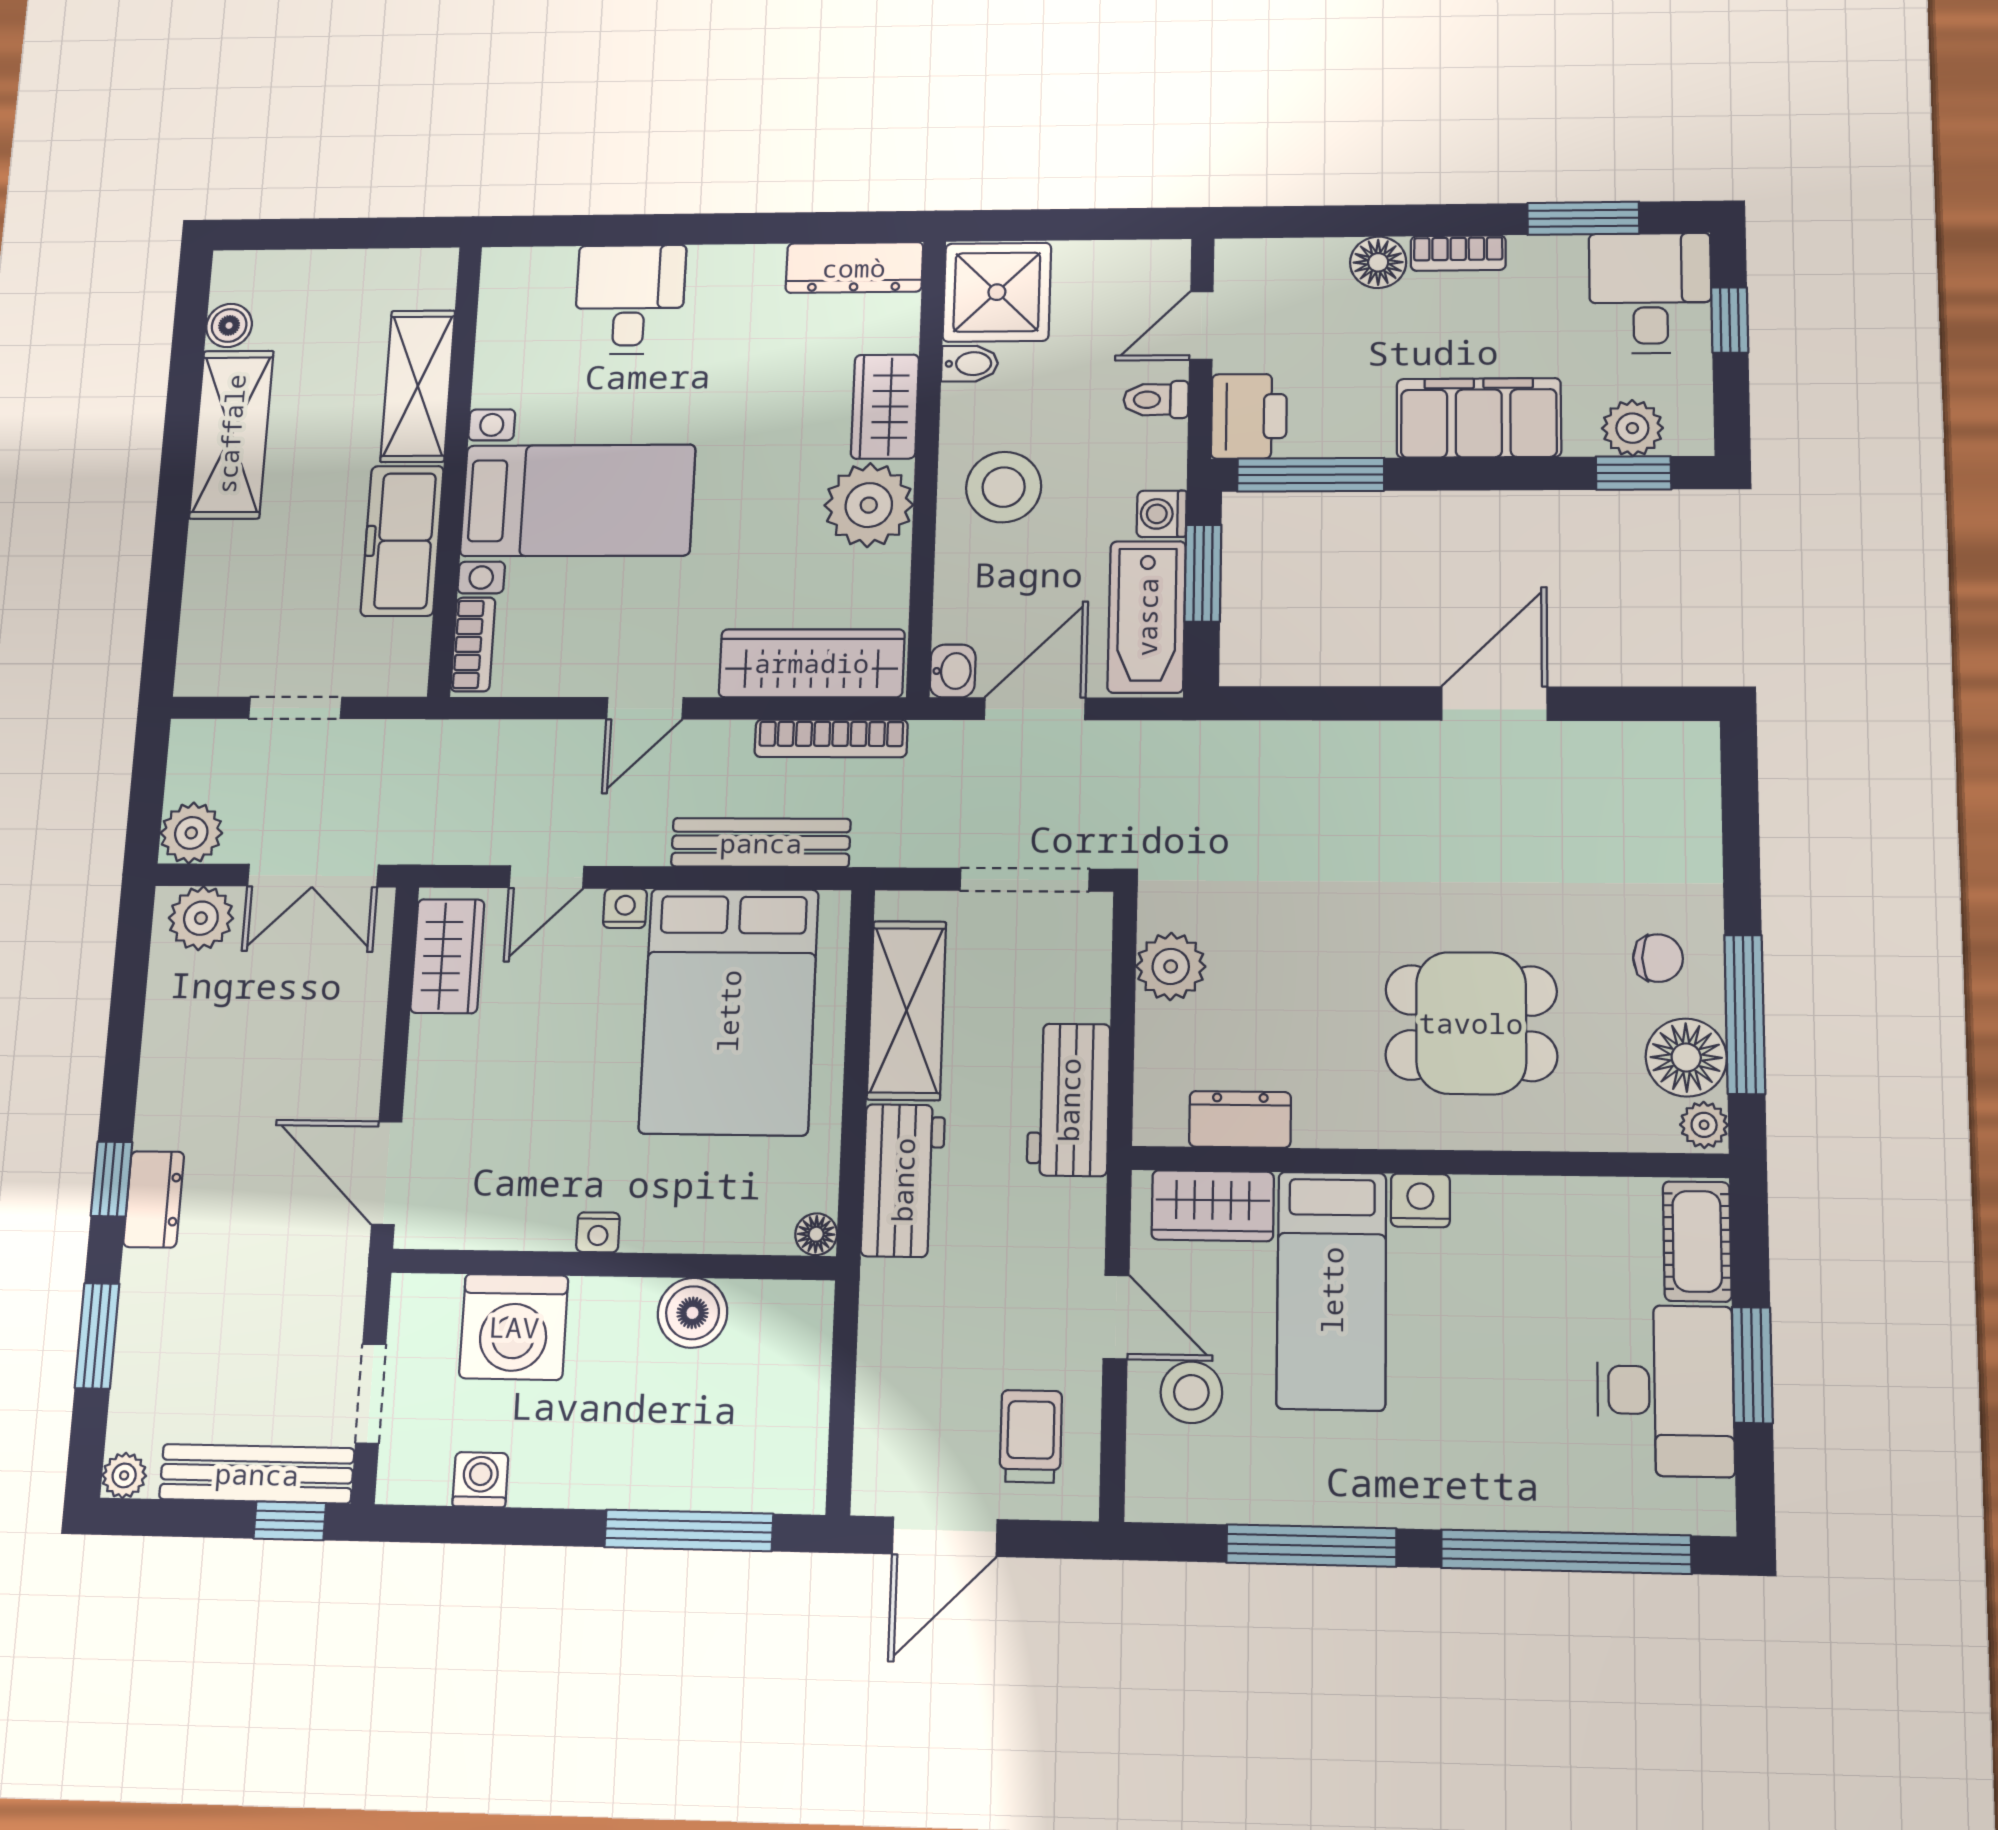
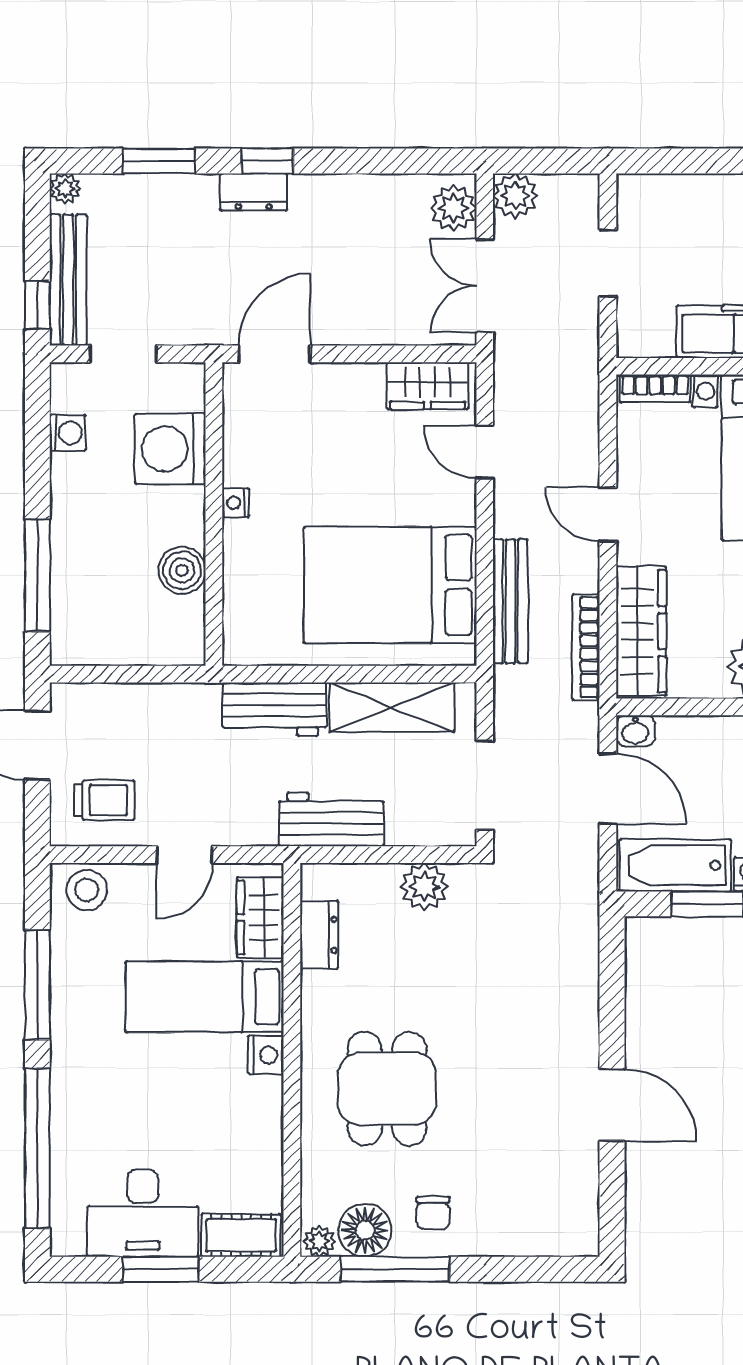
nightstand: (625, 908) -> (463, 509), removed
floor lamp: (816, 1234) -> (237, 652), removed
stool: (1191, 1392) -> (87, 890), moved

